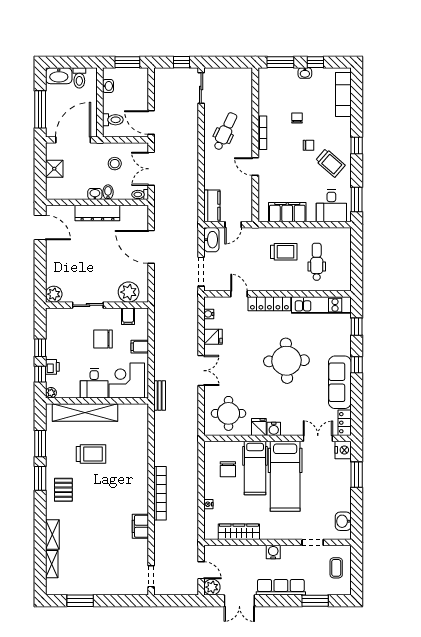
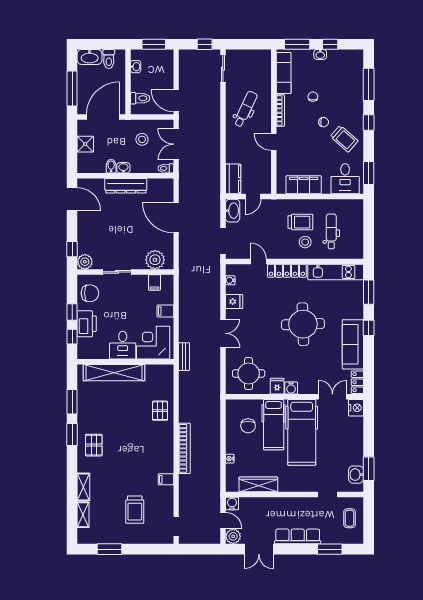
exam couch: (343, 95) -> (284, 73), moved, turned 180
window: (357, 105) -> (369, 84), added
bidet: (108, 192) -> (111, 166), moved
stool: (289, 273) -> (305, 242), added
window: (40, 281) -> (72, 249), added
window: (357, 327) -> (369, 292), width x1.50
chair: (103, 339) -> (90, 293), moved, turned 180
printer: (52, 367) -> (87, 324), width x1.87, depth x1.48
plant: (51, 393) -> (82, 354), removed
pallet: (134, 453) -> (160, 411), added
trolley: (91, 454) -> (135, 510), moved, turned 90
window: (357, 475) -> (369, 469), moved
filing cabinet: (140, 526) -> (166, 479), width x0.50
water cooler: (273, 552) -> (232, 503), moved

